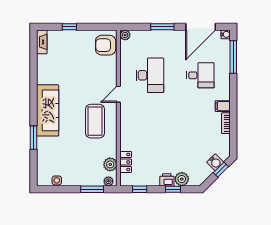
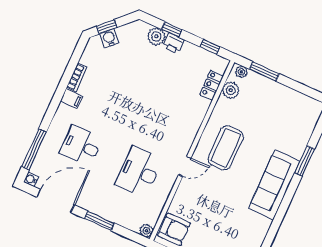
side table: (57, 180) -> (300, 100), removed

